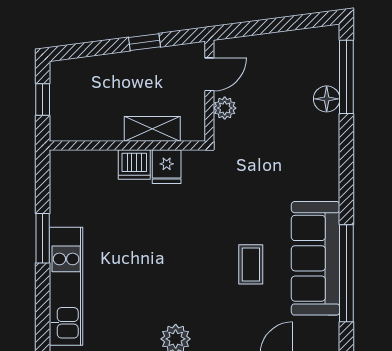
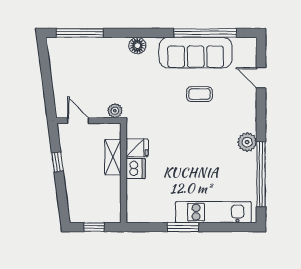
floor lamp: (327, 99) -> (137, 46), moved
plant: (225, 108) -> (115, 111), moved

